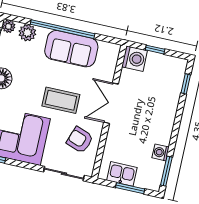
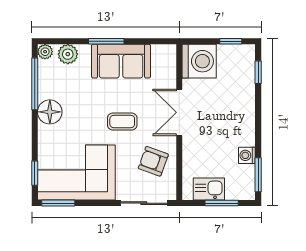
window: (63, 29) -> (106, 41), width x0.47
window: (155, 50) -> (231, 41), moved
washing machine: (135, 59) -> (199, 61), width x1.37, depth x1.37
coffee table: (61, 100) -> (122, 122), width x0.73, depth x0.77

